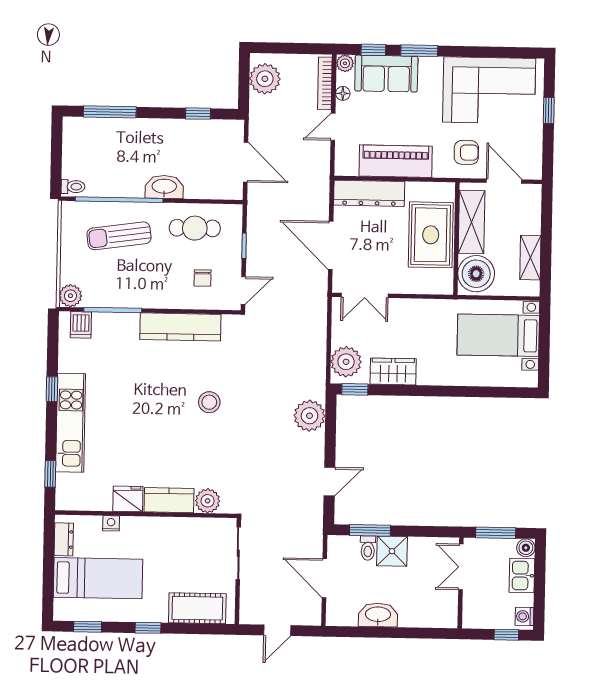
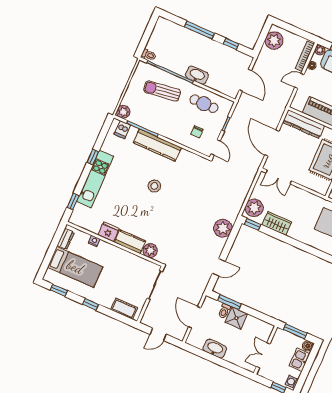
window: (110, 112) -> (200, 30), moved
door: (243, 290) -> (216, 147), hinge flipped
kitchen counter: (180, 327) -> (157, 145), moved
stool: (209, 402) -> (154, 186), moved
double door: (461, 567) -> (263, 355), moved
cot: (197, 608) -> (124, 309), width x0.73, depth x0.75

